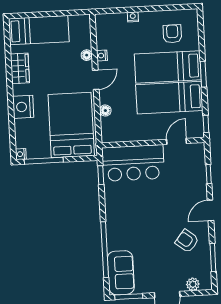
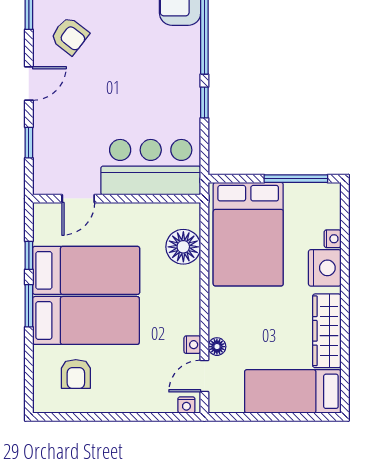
nightstand: (133, 17) -> (186, 405), moved
wardrobe: (20, 68) -> (327, 331), width x1.50
door: (96, 80) -> (204, 376), moved
floor lamp: (105, 111) -> (183, 247), width x1.89, depth x1.89
window: (206, 124) -> (29, 255), moved
nightstand: (21, 154) -> (333, 239), moved
window: (101, 175) -> (204, 102), moved

